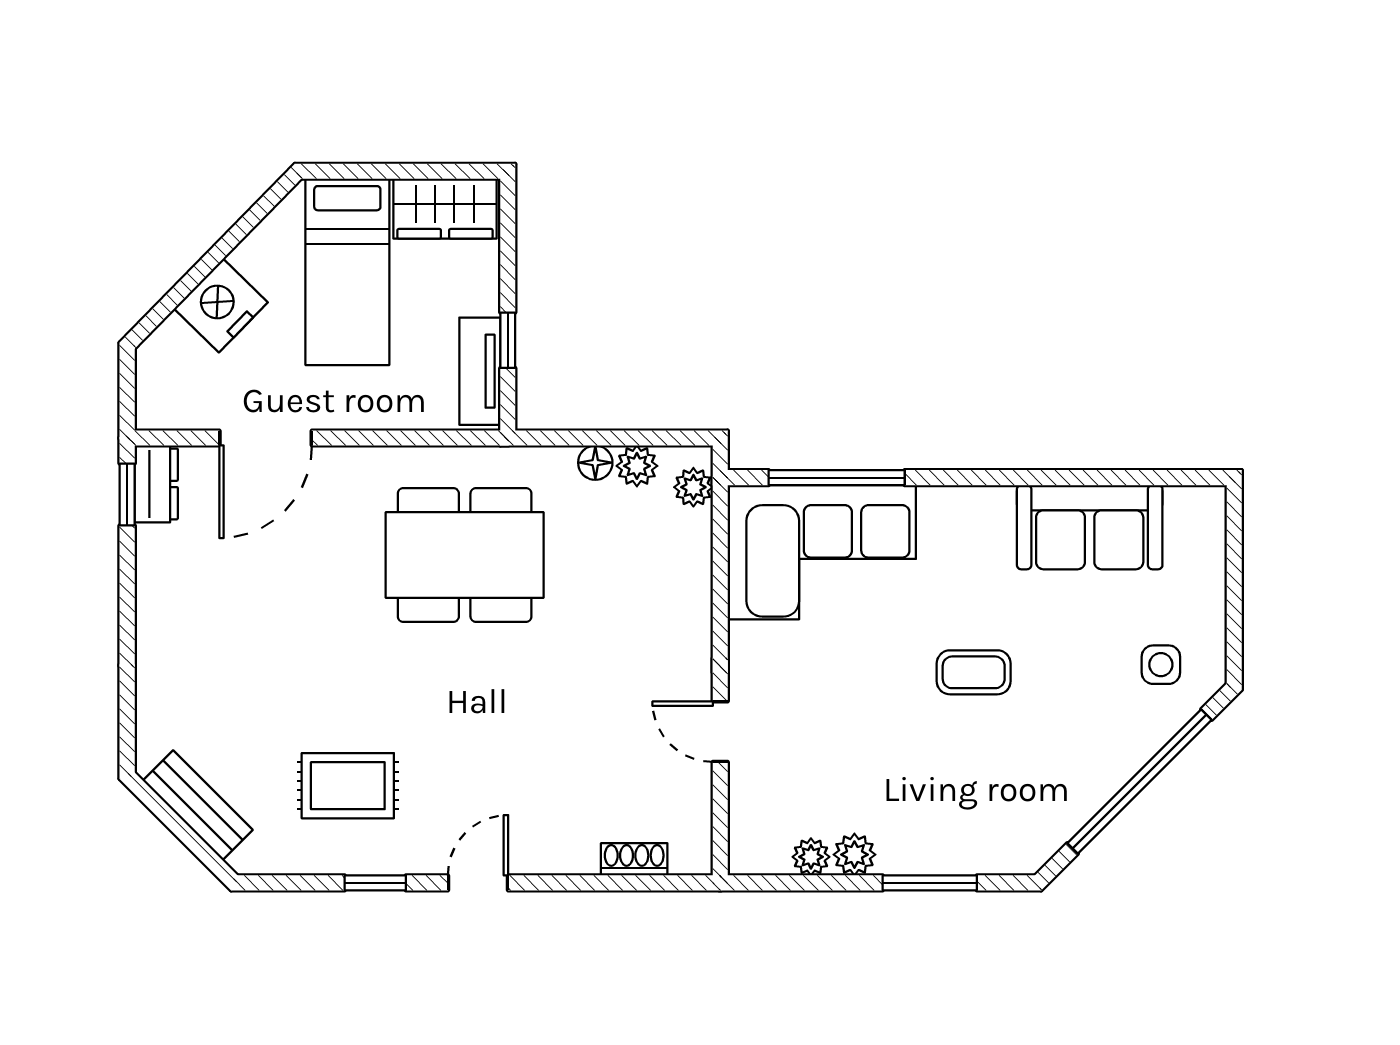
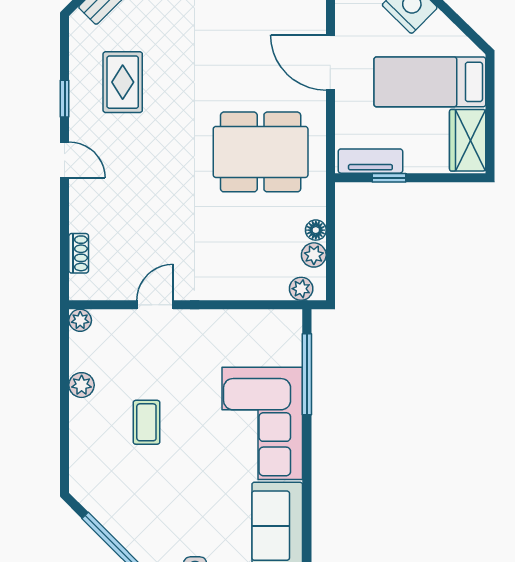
door: (266, 438) -> (330, 63), moved
corner sofa: (822, 552) -> (262, 423), moved
dining table: (465, 555) -> (261, 152), turned 90
coffee table: (974, 672) -> (146, 422), moved
plant: (811, 857) -> (80, 320), moved
window: (930, 883) -> (65, 430), removed

